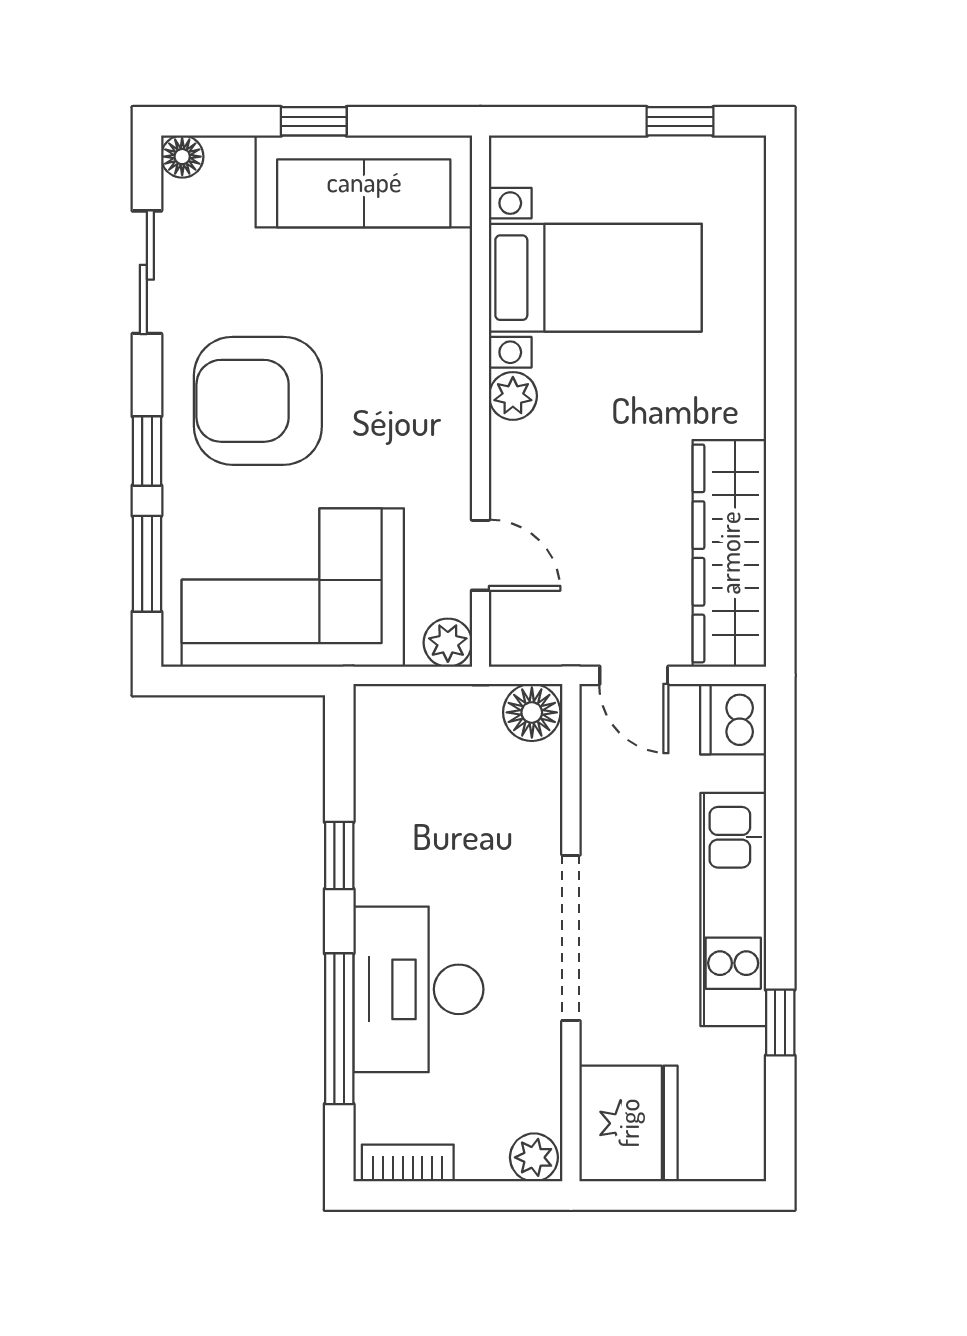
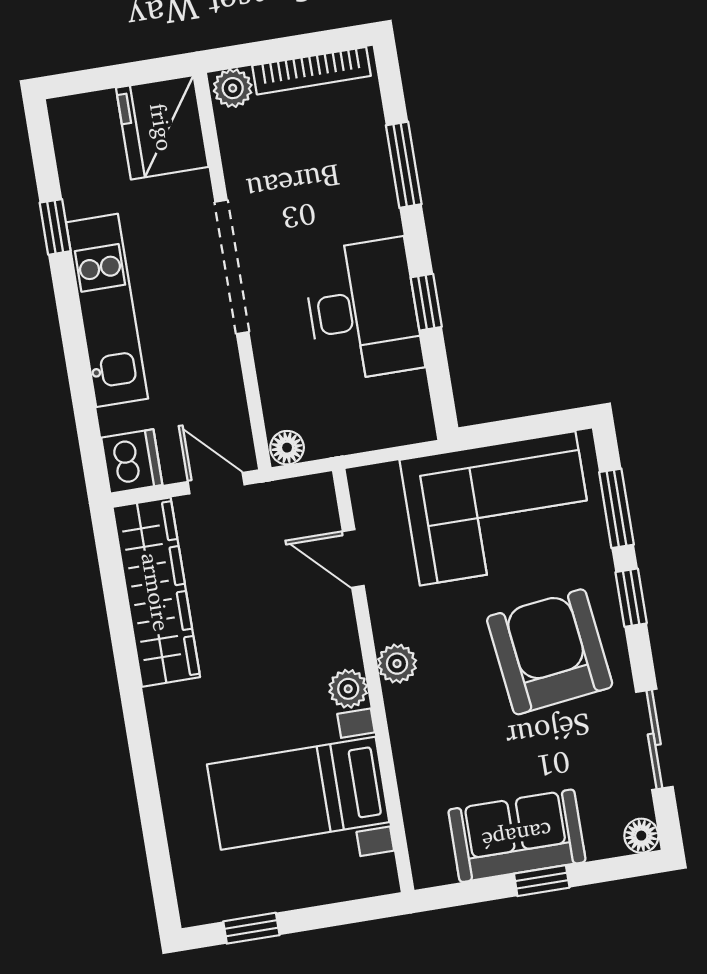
sofa: (364, 181) -> (517, 836), width x0.73
armchair: (258, 401) -> (550, 652), turned -97
plant: (448, 643) -> (397, 664), moved
floor lamp: (532, 712) -> (287, 448), width x0.73, depth x0.73
desk: (418, 989) -> (363, 310), moved
window: (339, 1029) -> (404, 165), width x0.69
bookcase: (408, 1163) -> (311, 71), width x1.56

